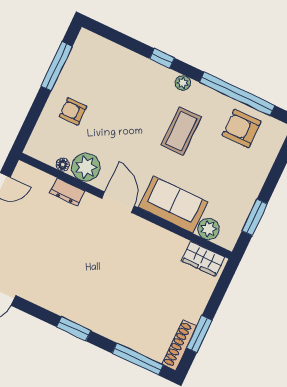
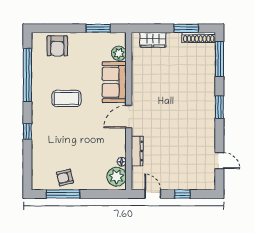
plant: (183, 83) -> (36, 112), removed
armchair: (73, 111) -> (65, 178), moved, turned 76
armchair: (241, 128) -> (57, 46), moved
plant: (86, 167) -> (116, 177), moved
dresser: (67, 192) -> (137, 151), width x1.44
wardrobe: (203, 259) -> (153, 40), moved, turned 90

